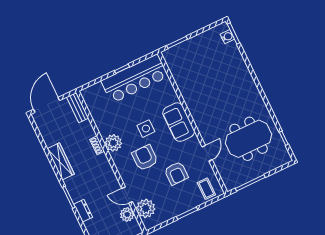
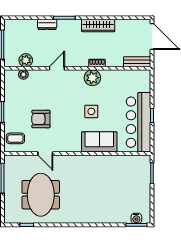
sofa: (179, 122) -> (99, 142), moved
armchair: (145, 158) -> (67, 99), removed
door: (127, 195) -> (57, 68), moved
plant: (146, 208) -> (23, 74), width x0.53, depth x0.53

